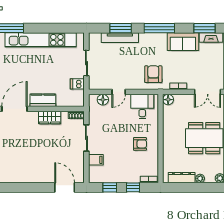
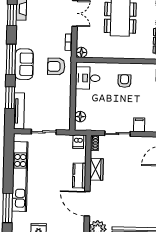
tv unit: (120, 38) -> (19, 111), moved
sofa: (183, 42) -> (24, 64), moved
dishwasher: (77, 84) -> (78, 142), moved
door: (119, 92) -> (73, 101), removed

